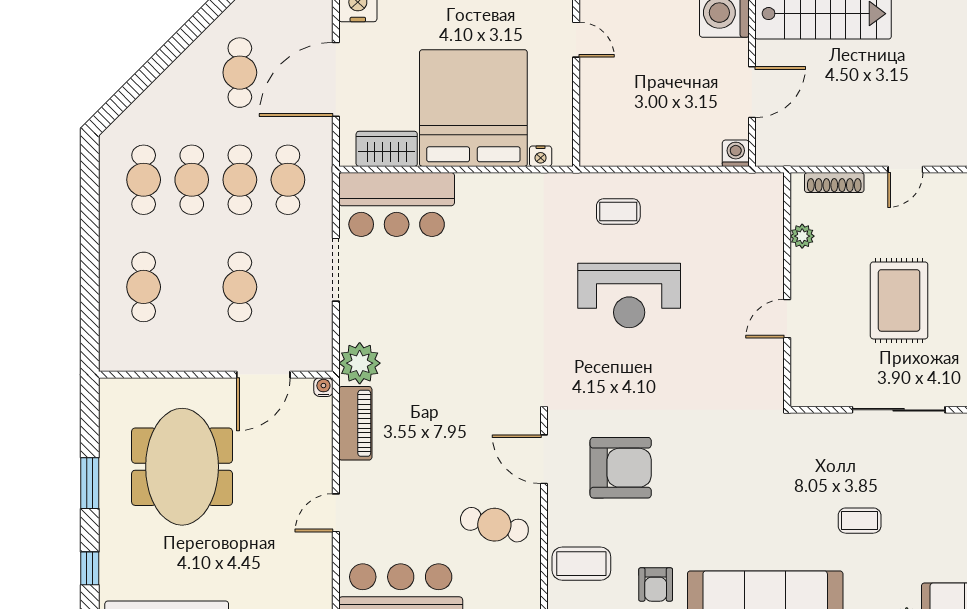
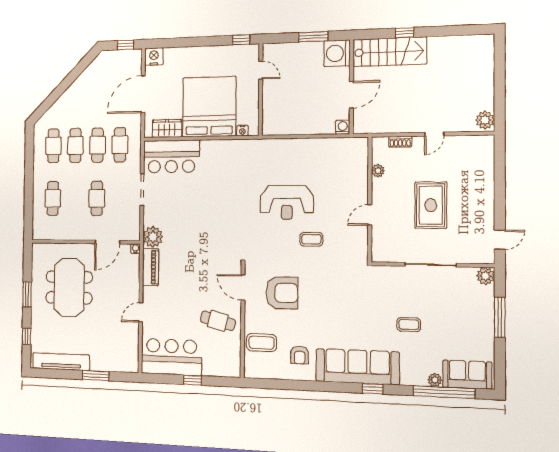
cafe table: (240, 73) -> (98, 92), removed
shoe rack: (834, 183) -> (400, 142), width x0.70
coffee table: (618, 211) -> (311, 239), moved

